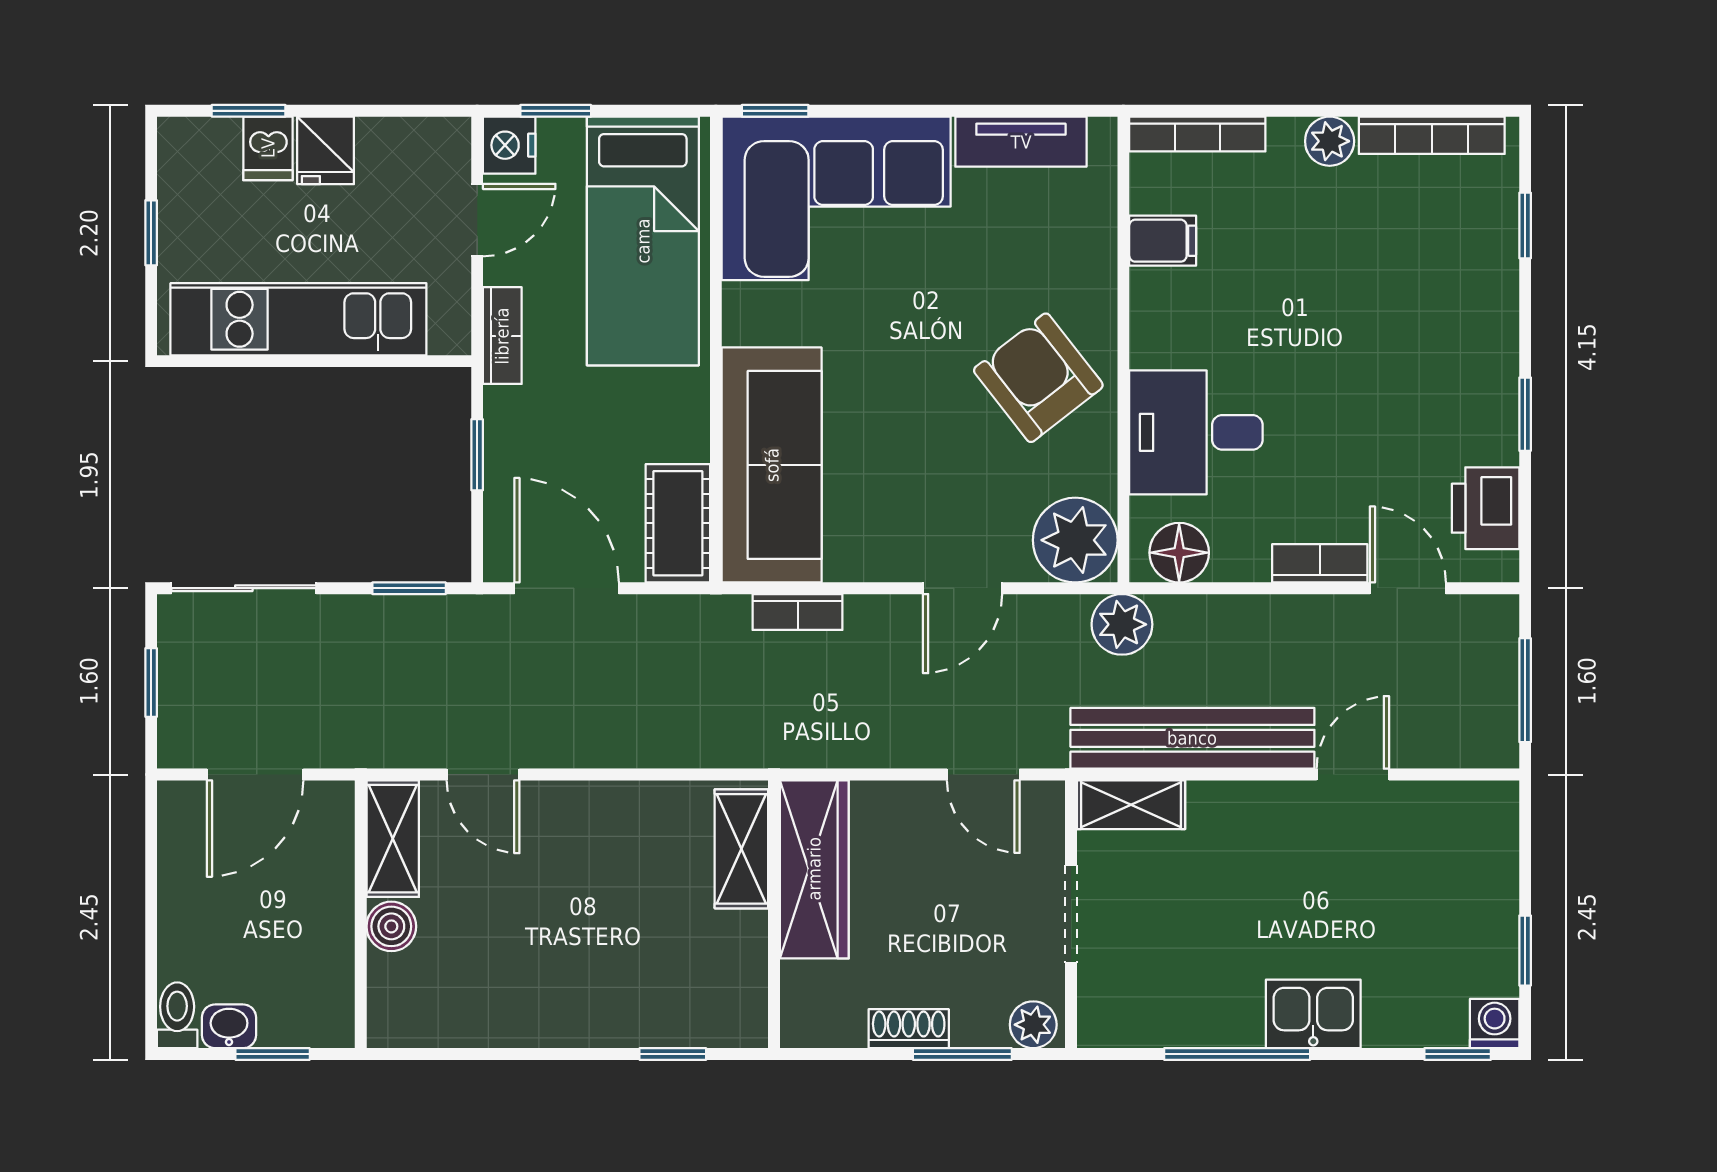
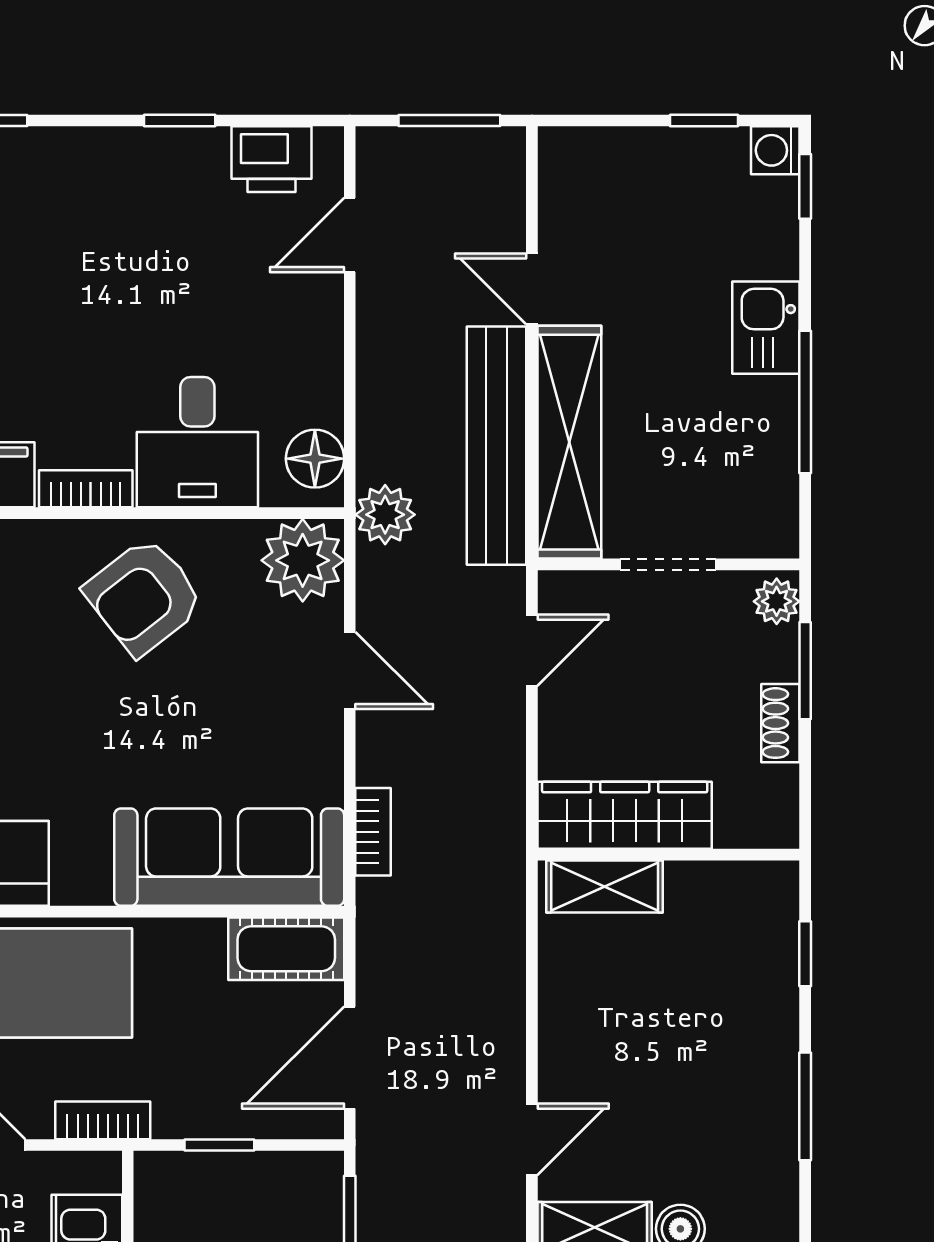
bookcase: (1320, 563) -> (86, 489), moved, turned 90
shelving: (1131, 805) -> (569, 442), width x2.20, depth x1.33
window: (517, 1054) -> (805, 1106), added

